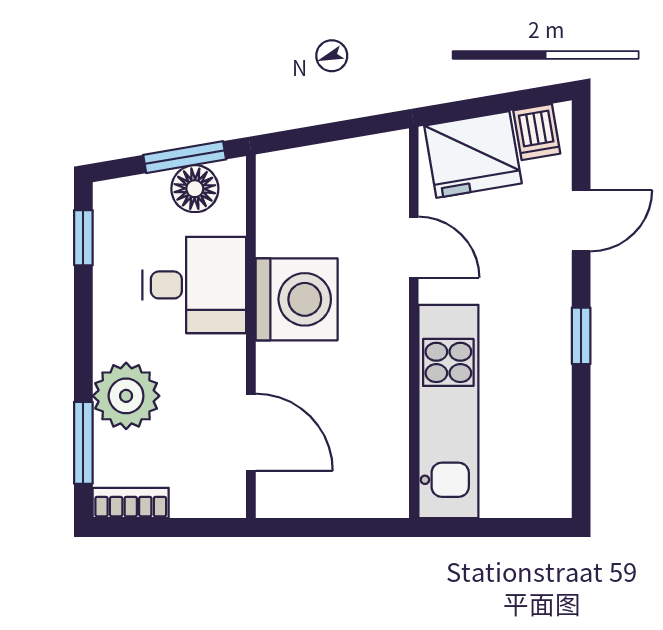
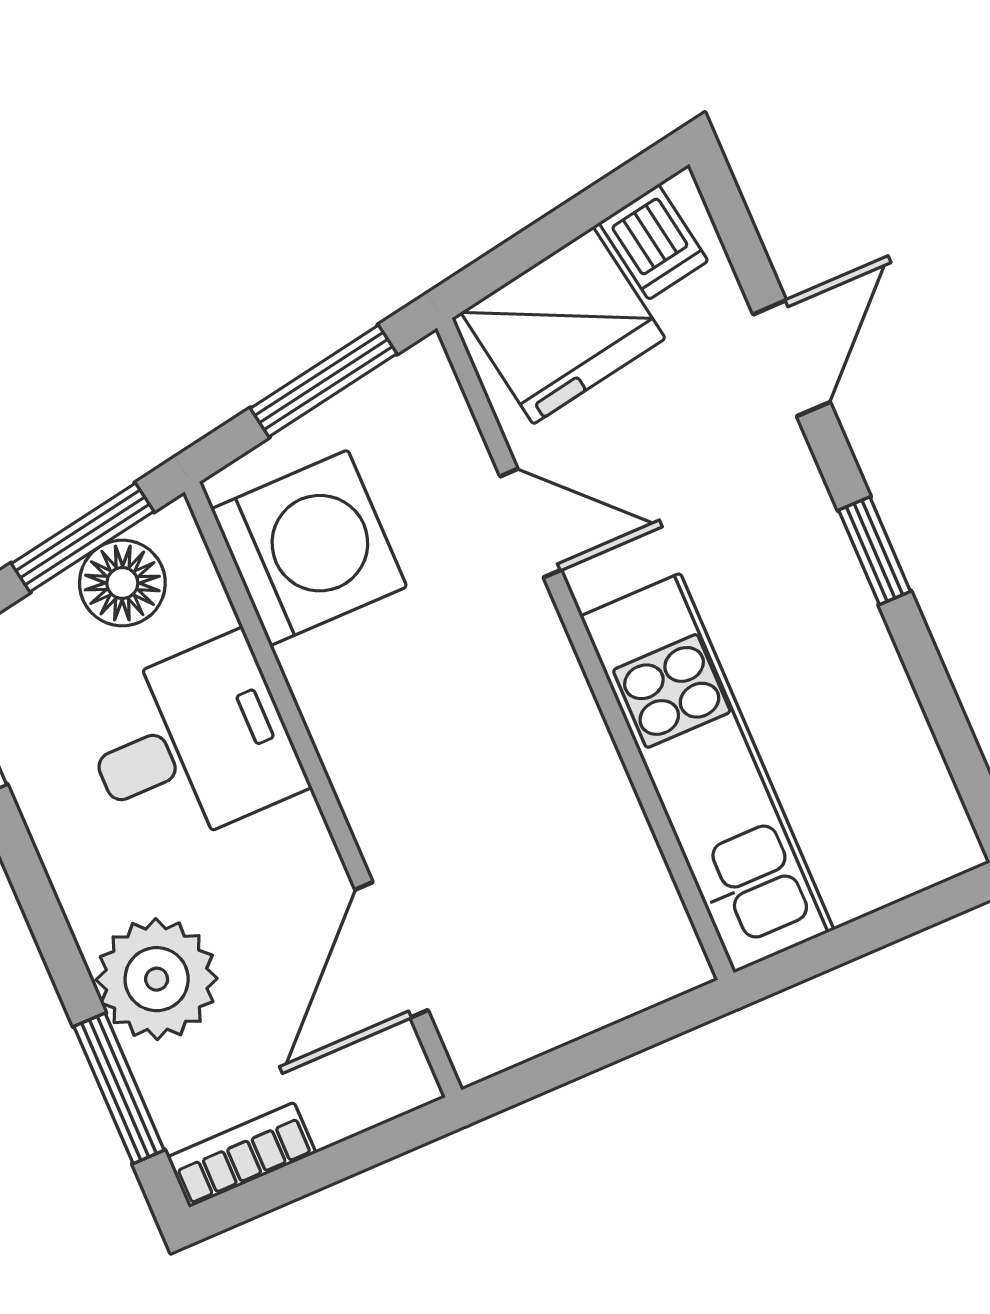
window: (340, 131) -> (324, 381), added
washing machine: (297, 299) -> (309, 548), moved
door: (251, 432) -> (392, 950), swing flipped

